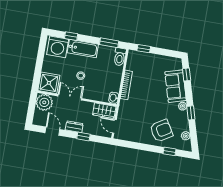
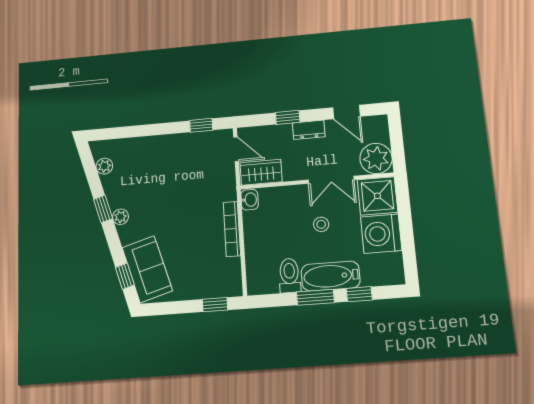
window: (109, 43) -> (315, 297), moved
washing machine: (58, 47) -> (381, 234), moved, turned -90
toilet: (120, 57) -> (290, 276), moved
sofa: (176, 86) -> (147, 269), moved
armchair: (161, 131) -> (150, 164), removed
window: (170, 151) -> (201, 125), moved

